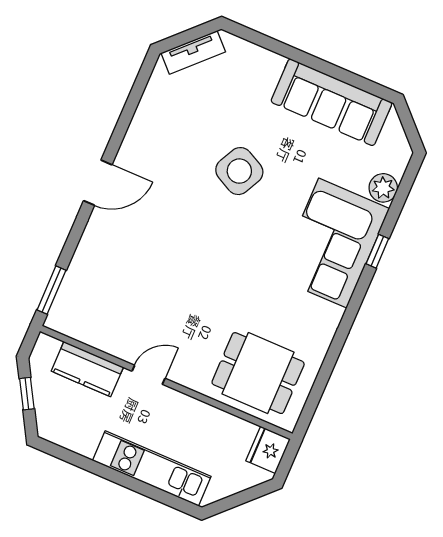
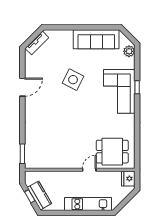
door: (98, 183) -> (22, 87), moved
plant: (383, 188) -> (129, 51), moved
kitchen counter: (87, 369) -> (39, 196), moved, turned -120
door: (148, 375) -> (89, 170), moved

